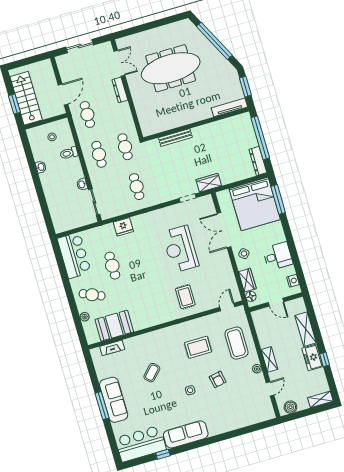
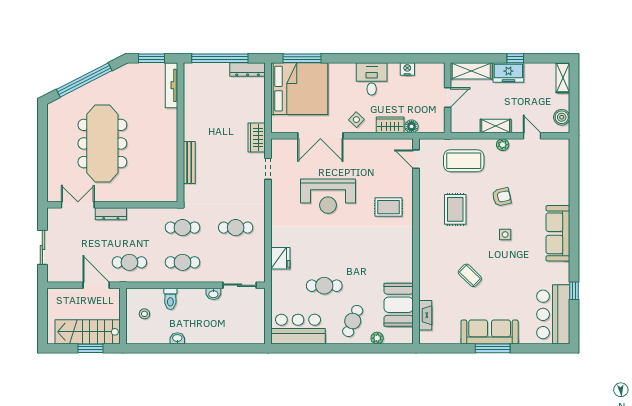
door: (276, 302) -> (448, 98), moved
wall: (276, 302) -> (448, 98), moved
sofa: (186, 434) -> (558, 233), moved

